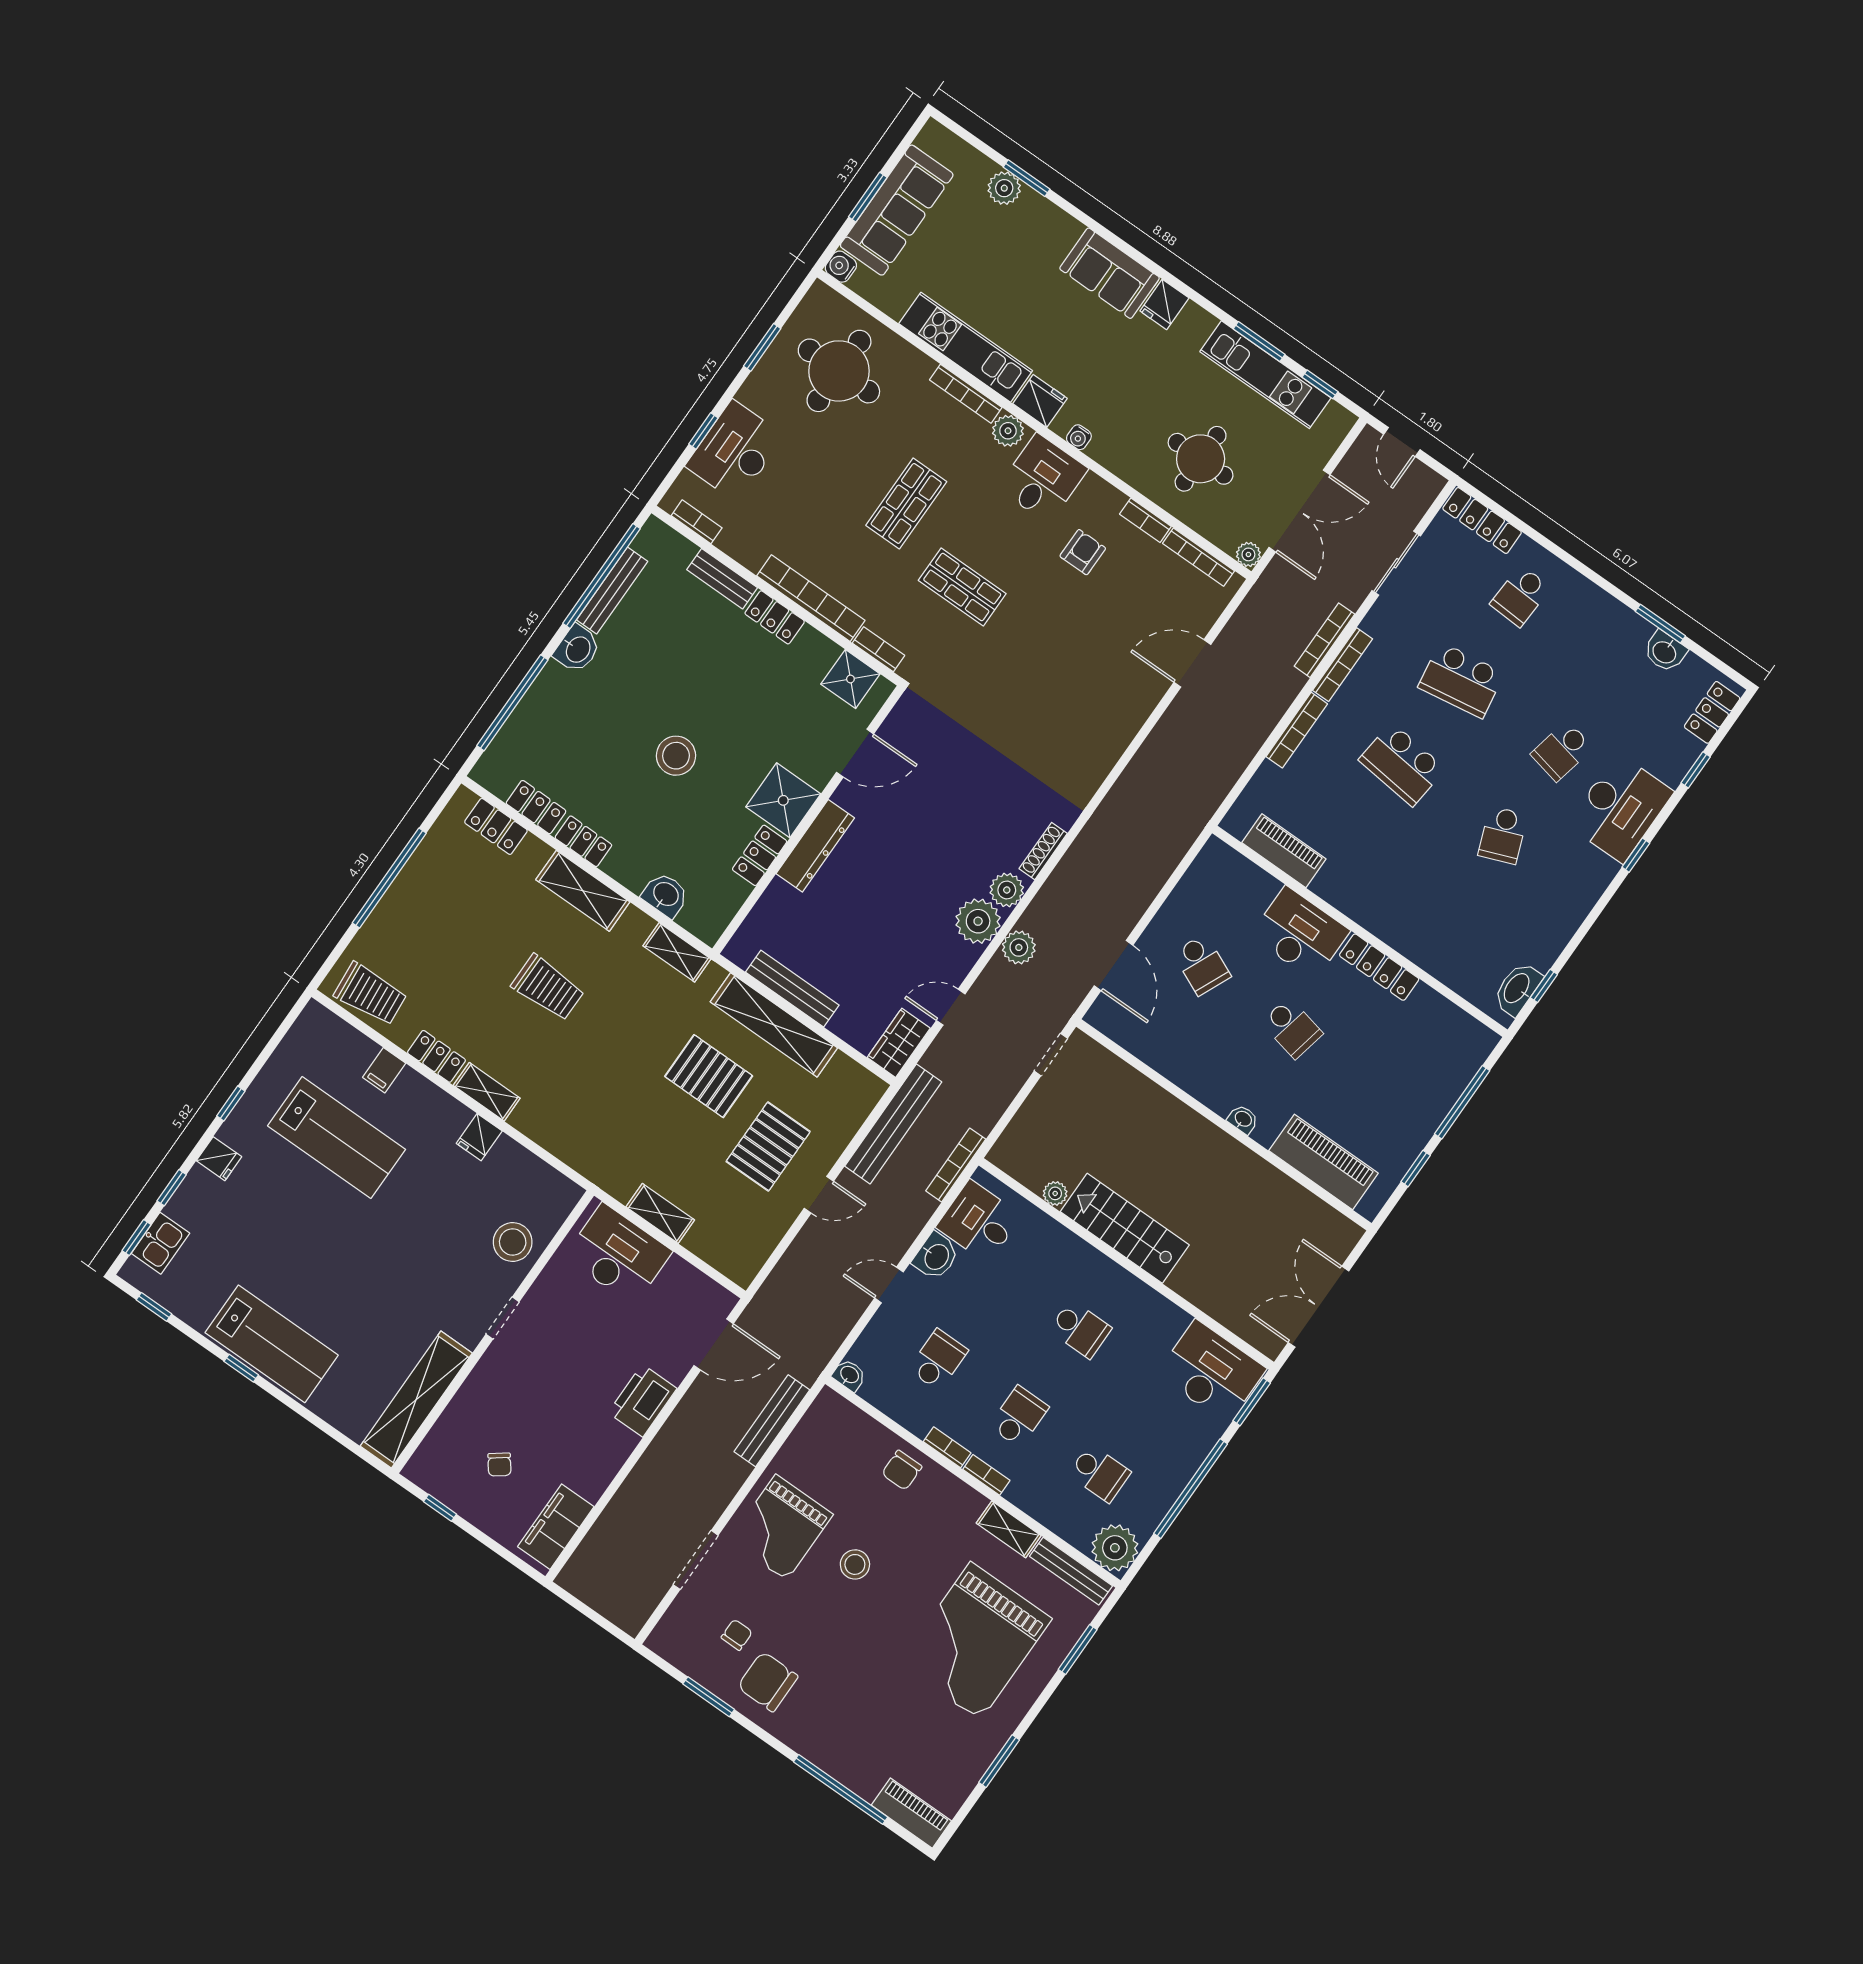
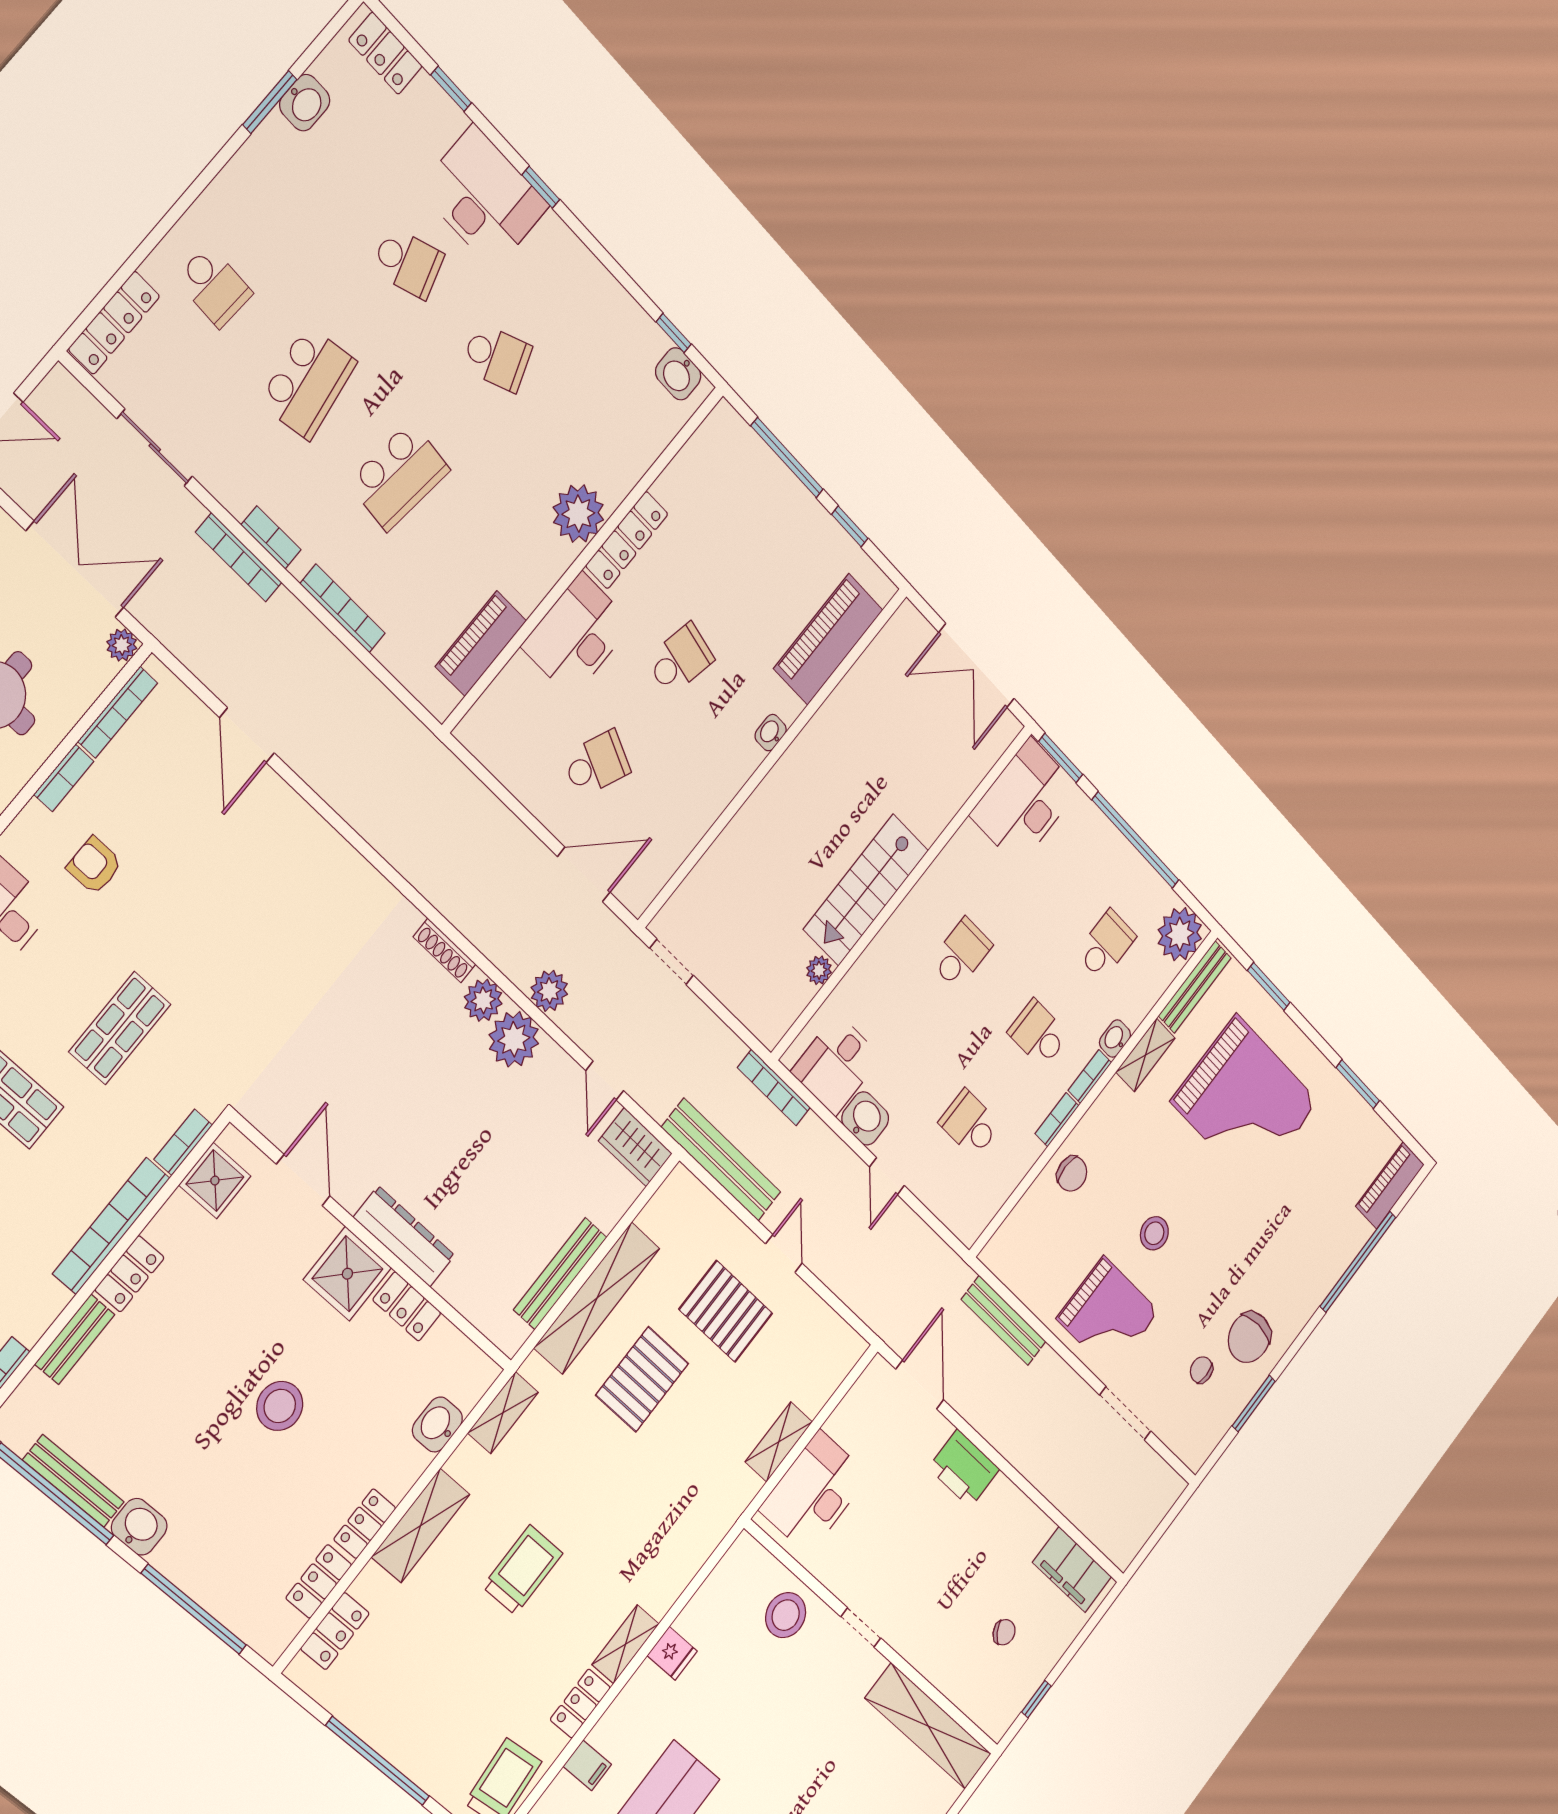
bookcase: (1343, 665) -> (271, 537), width x0.64
school desk: (1562, 751) -> (408, 263), turned -30
plant: (1394, 922) -> (578, 514), added
washbasin: (1517, 989) -> (678, 374), width x0.72
washbasin: (849, 1375) -> (1115, 1039), moved

